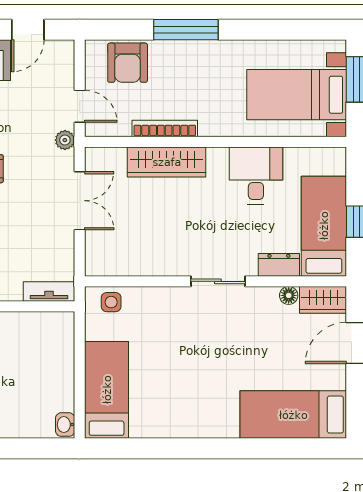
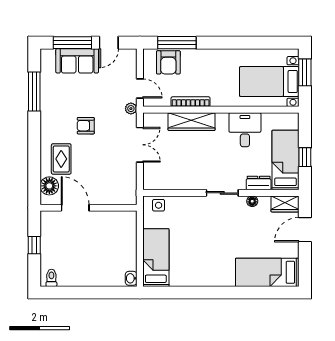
window: (186, 30) -> (177, 43), moved
tv unit: (49, 291) -> (121, 199), removed
floor lamp: (289, 295) -> (252, 201), moved

